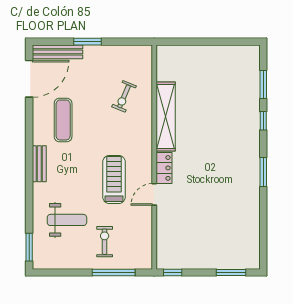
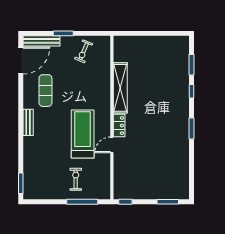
exercise bike: (124, 96) -> (84, 51), moved
treadmill: (114, 180) -> (83, 134), width x1.37, depth x1.38
weight bench: (67, 220) -> (48, 163), removed

